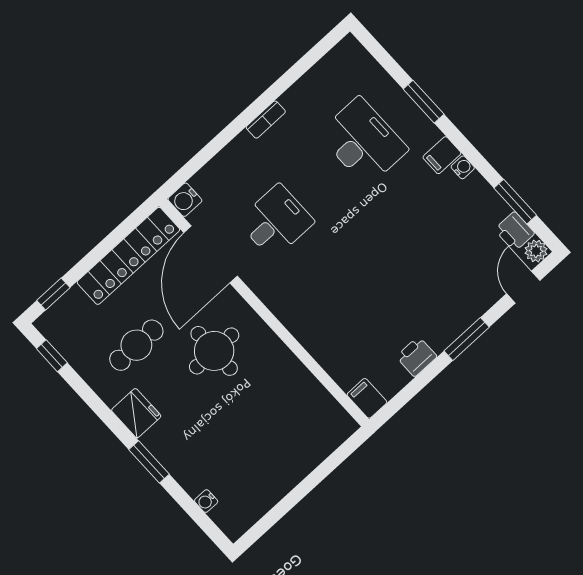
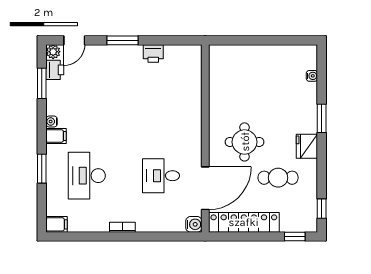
filing cabinet: (367, 398) -> (57, 224), moved, turned -90

